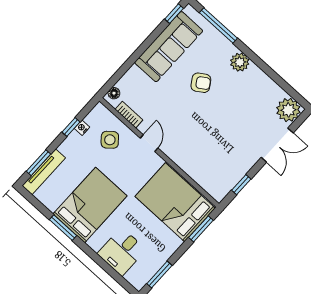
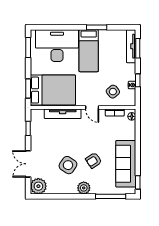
side table: (234, 103) -> (68, 165), added
tv unit: (188, 166) -> (63, 114), added
bed: (90, 205) -> (89, 51), width x0.67
desk: (122, 252) -> (57, 46), width x1.87, depth x1.30

